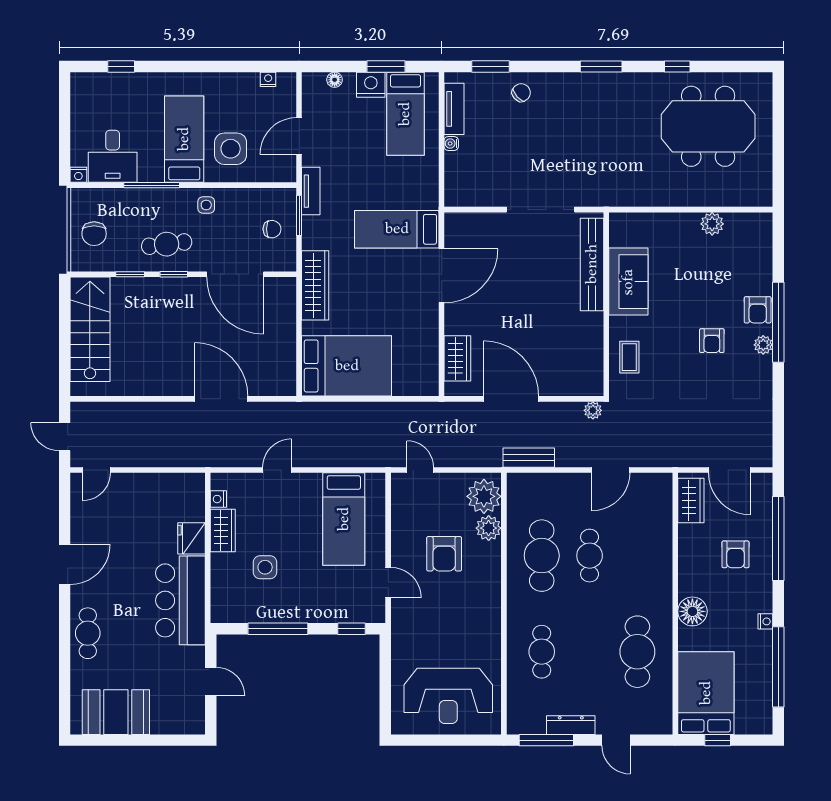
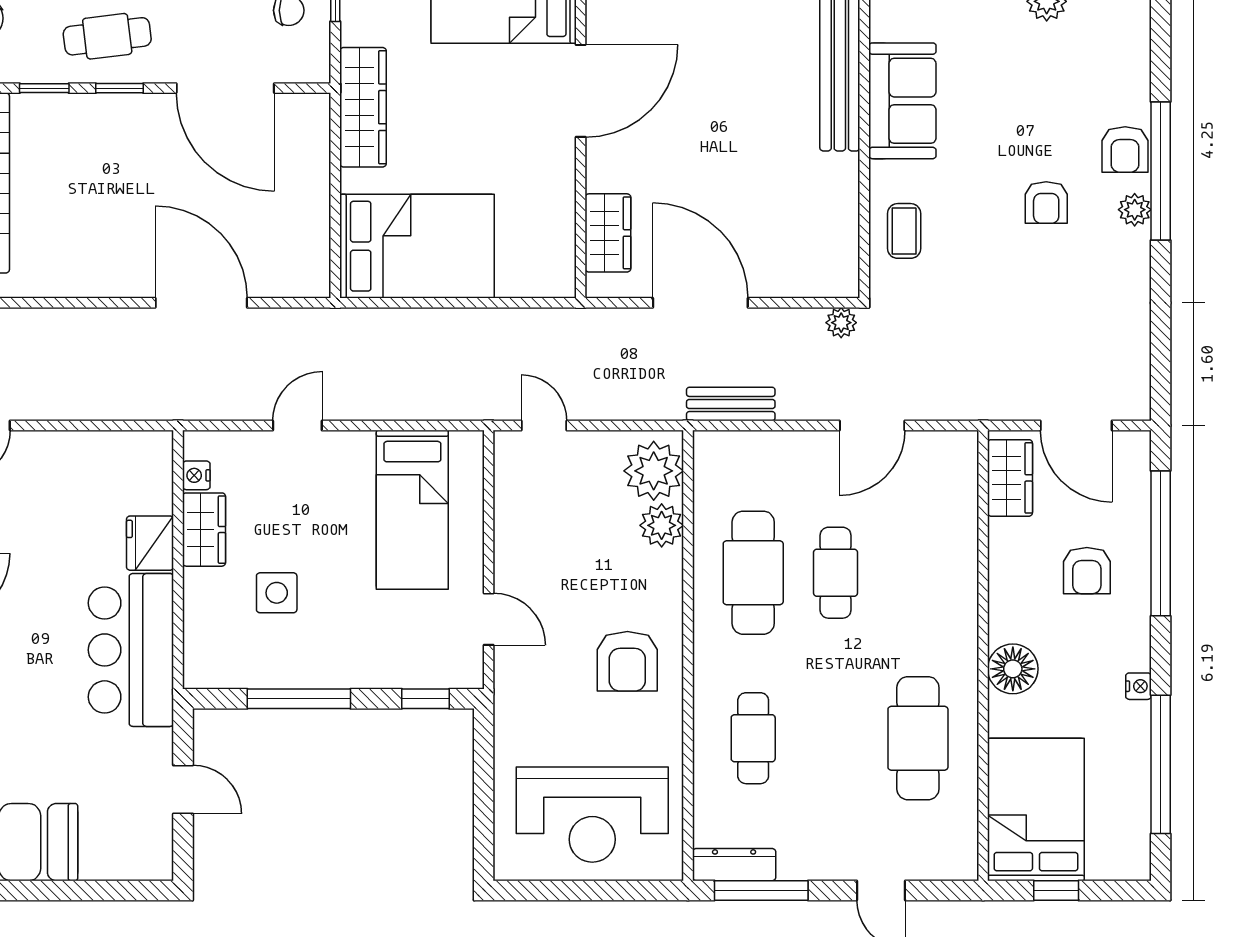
armchair: (444, 554) -> (627, 661), moved
dresser: (571, 725) -> (734, 865), moved

